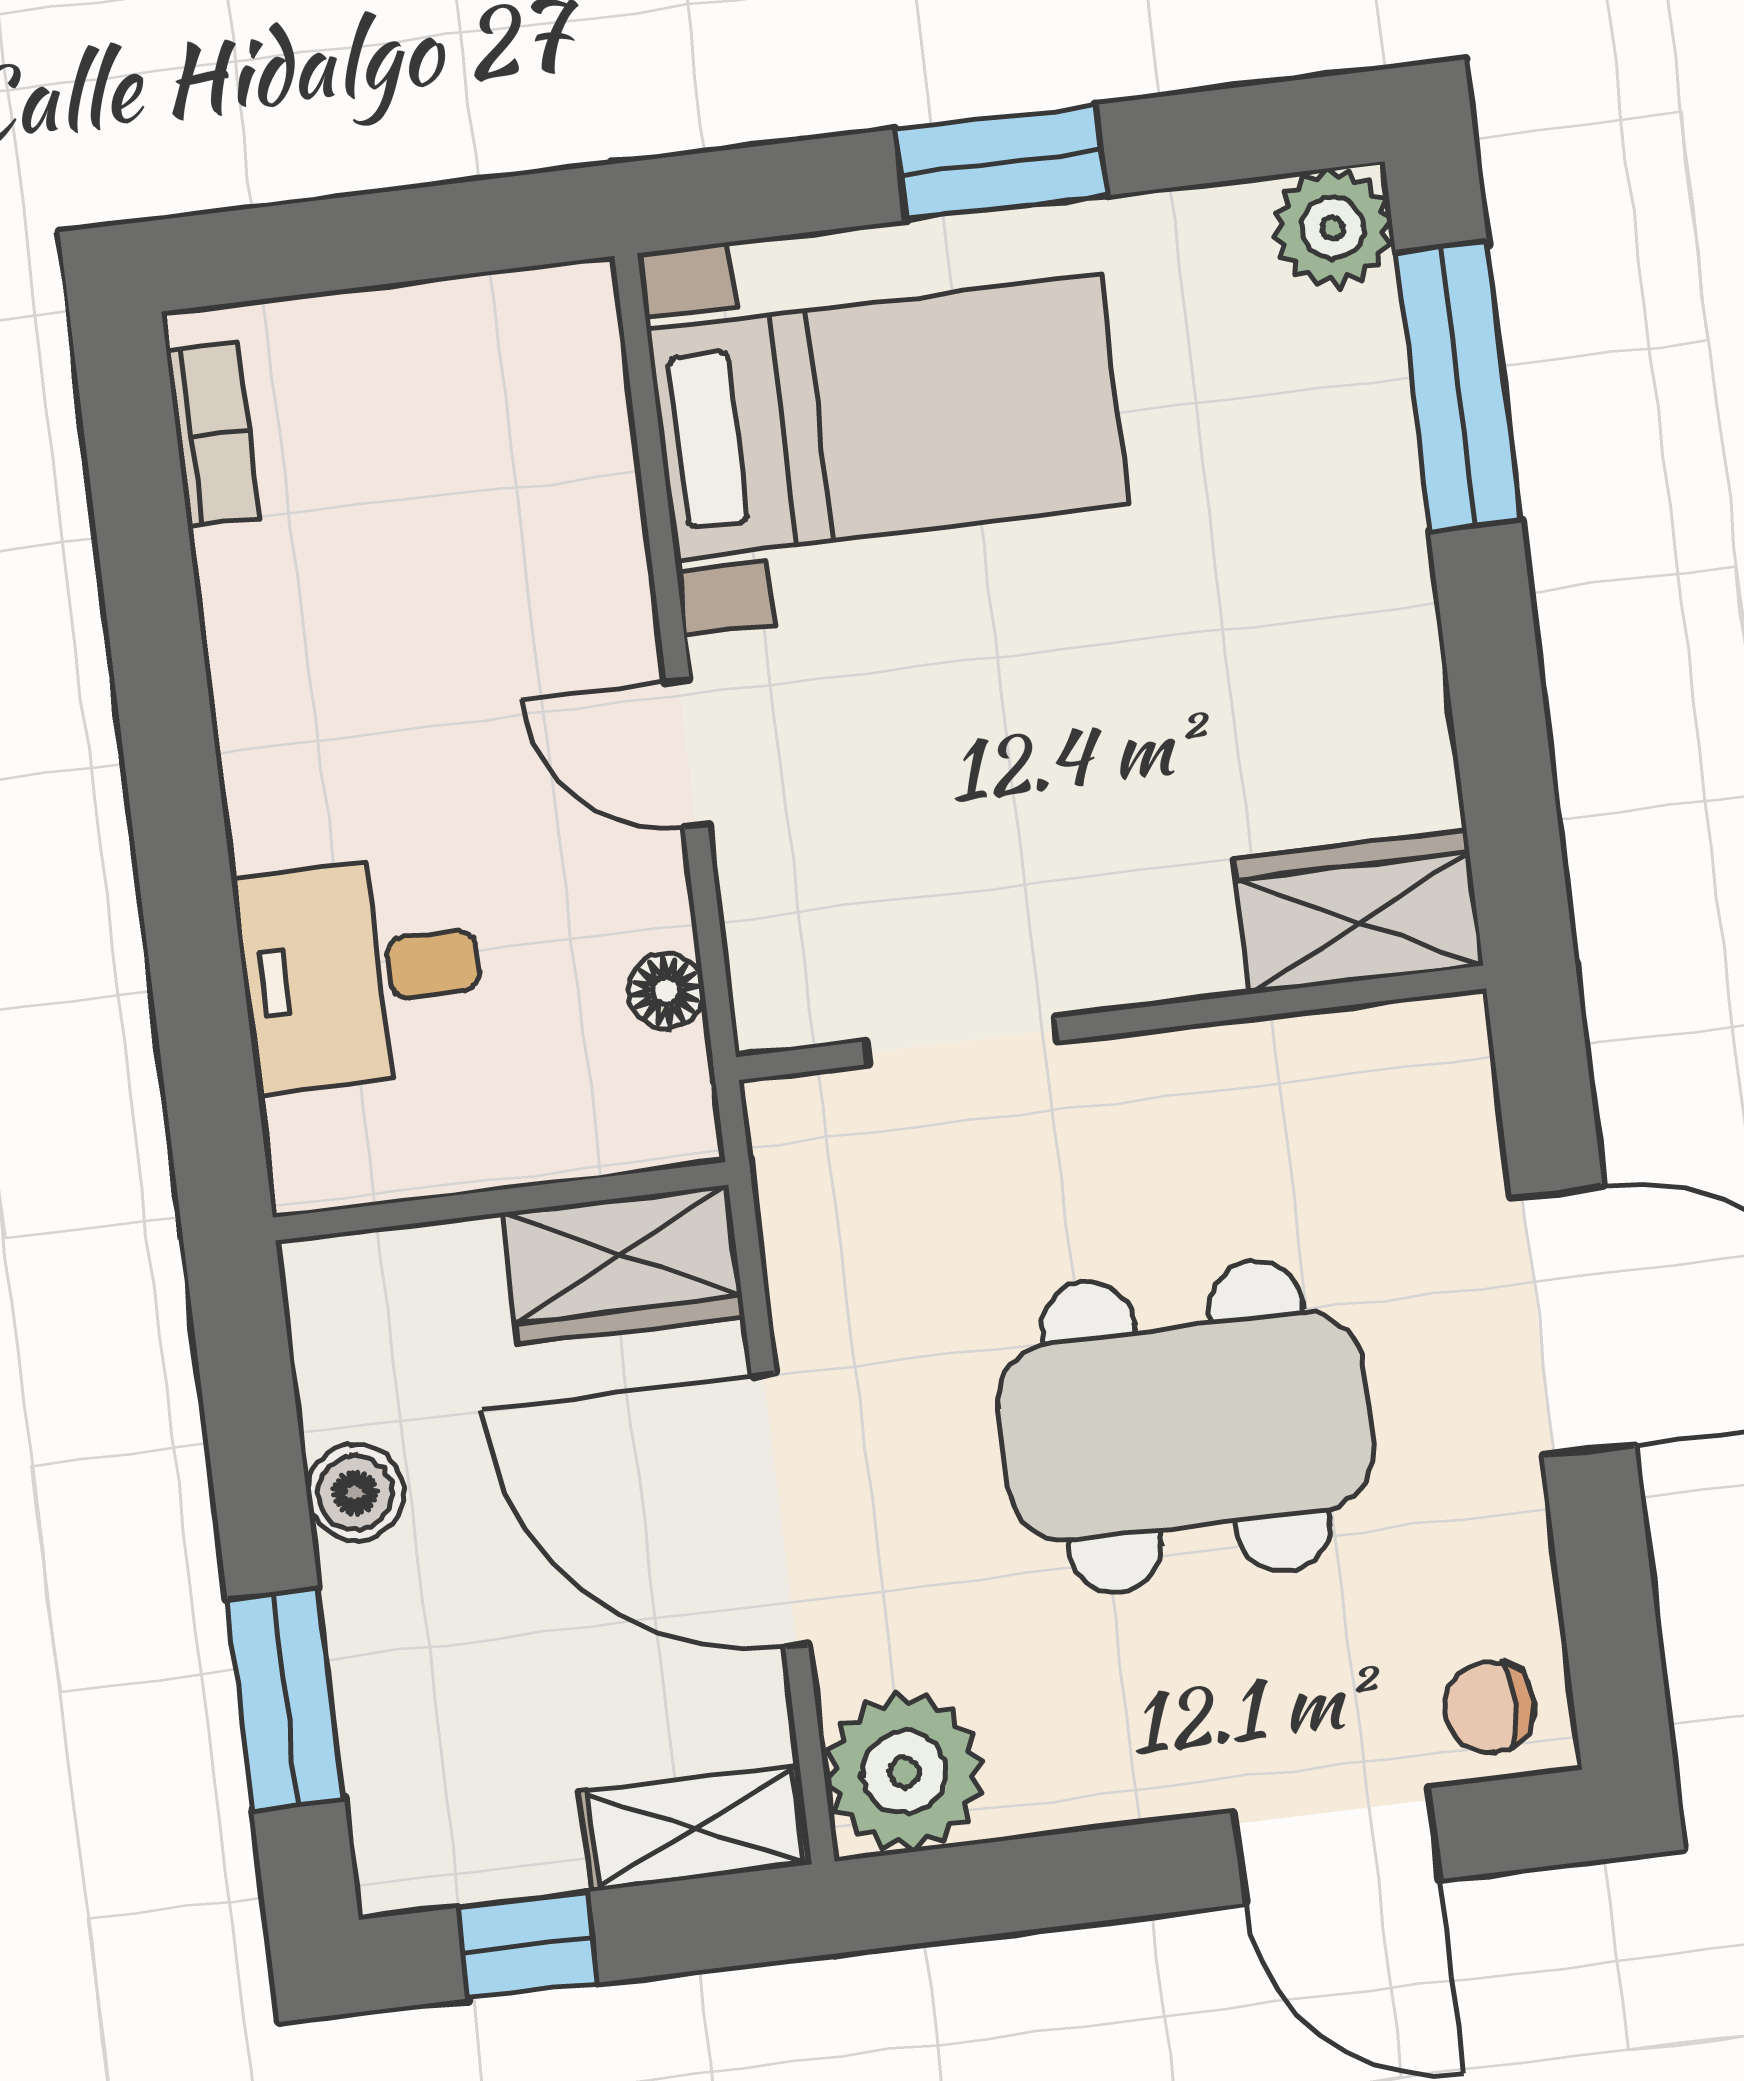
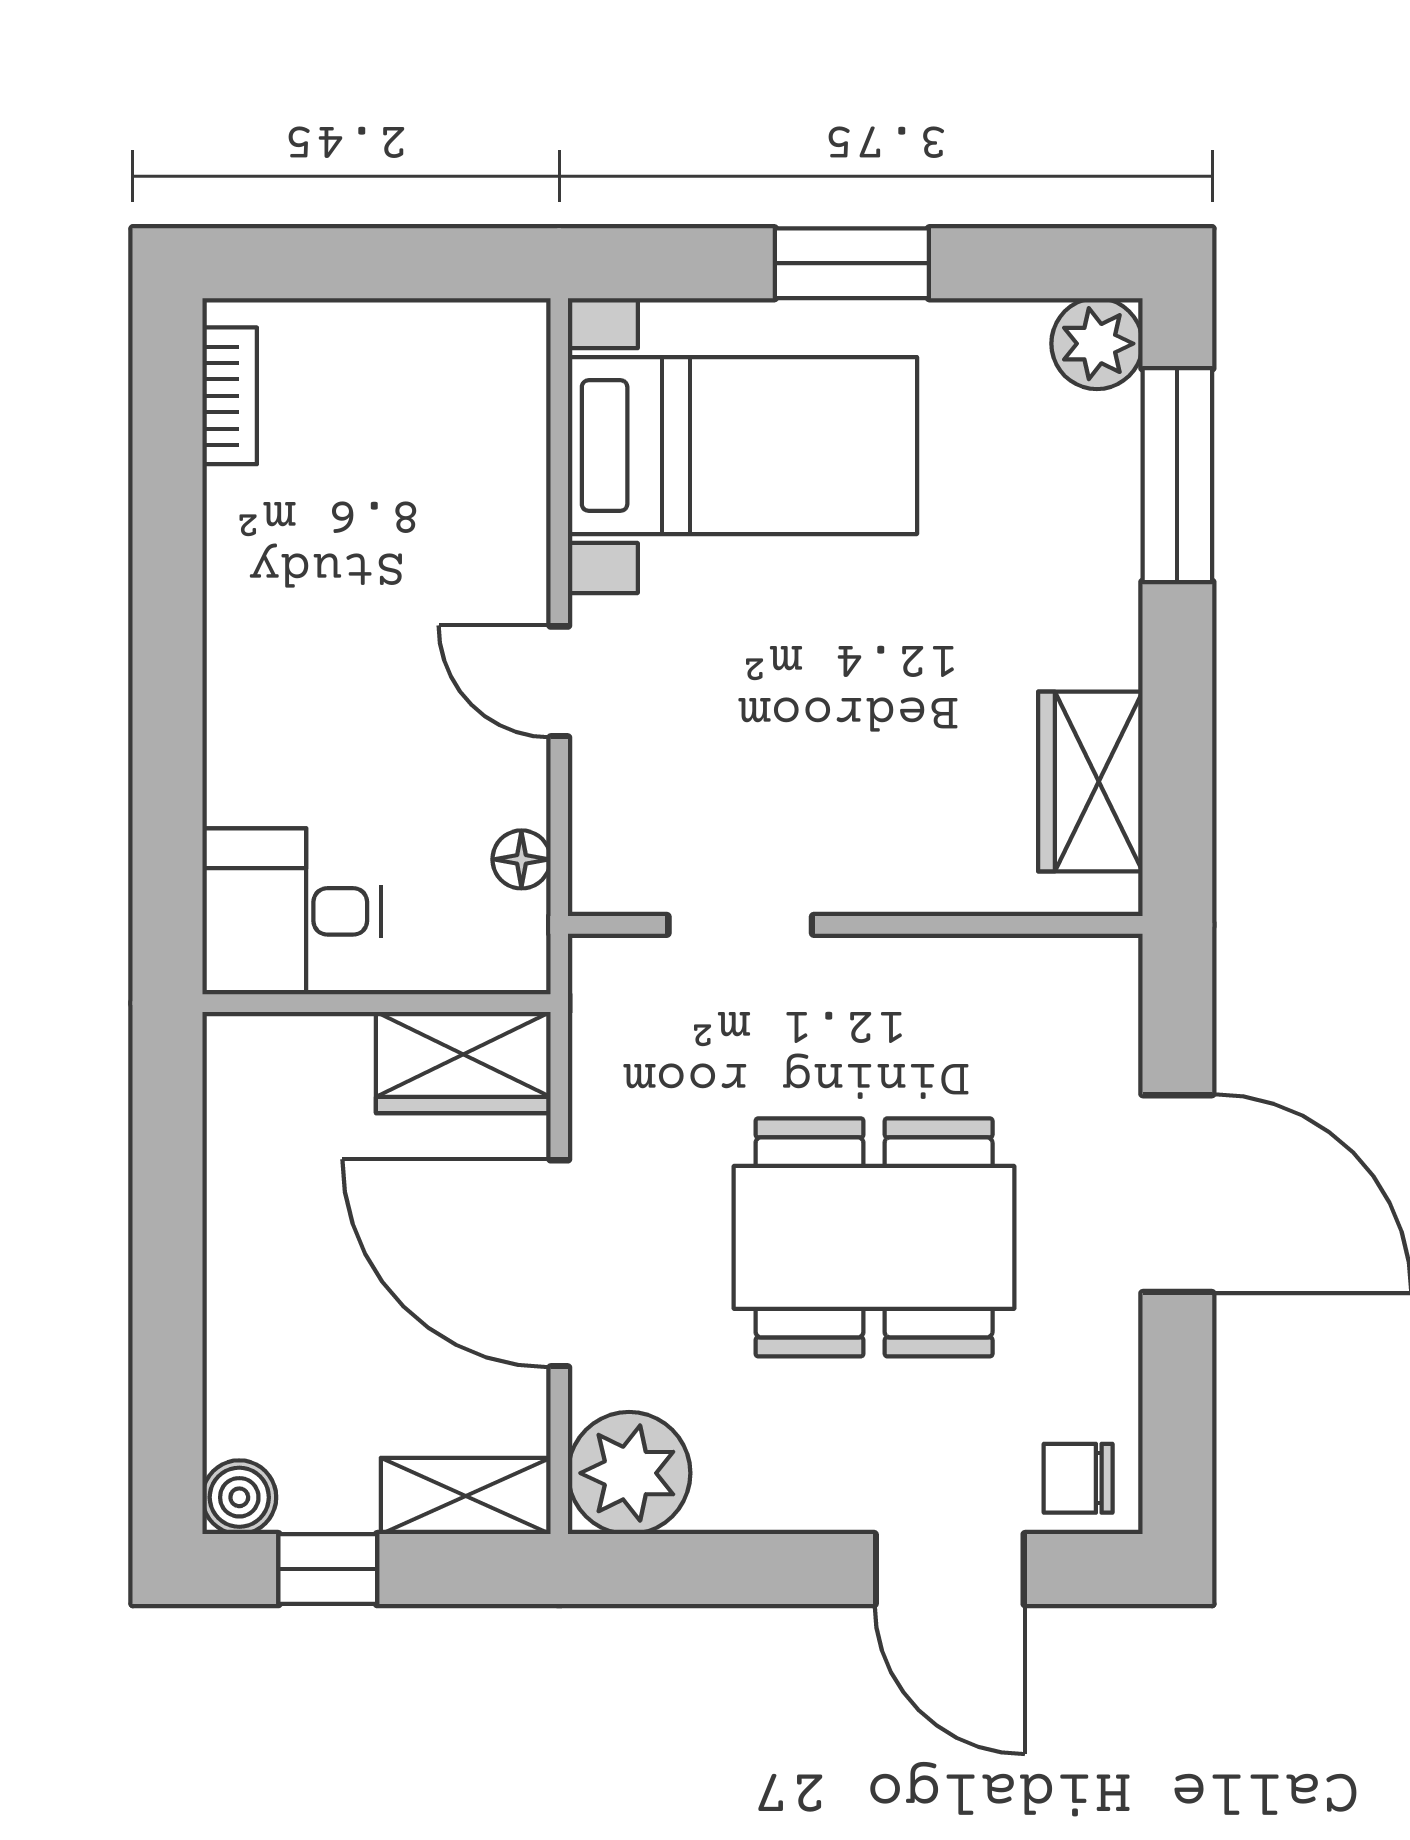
wardrobe: (1358, 912) -> (1090, 781), moved, turned -90
desk: (361, 973) -> (292, 911), moved
boiler: (355, 1493) -> (239, 1497), moved
window: (286, 1699) -> (167, 1360), removed

